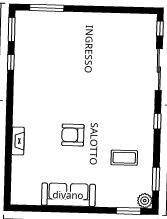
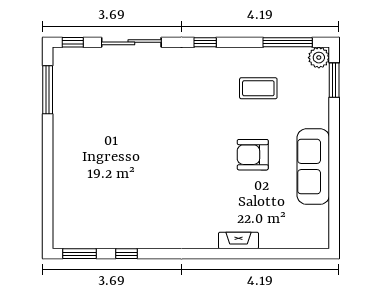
window: (47, 8) -> (48, 90), moved
armchair: (73, 135) -> (253, 155), moved, turned 90
coffee table: (124, 158) -> (258, 88), turned 90
window: (156, 179) -> (288, 42), width x1.44

